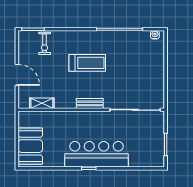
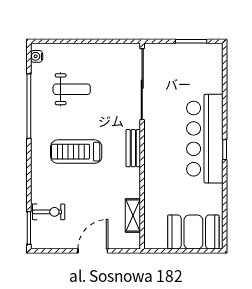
weight bench: (132, 60) -> (72, 89), added
treadmill: (87, 63) -> (76, 152), turned -90

